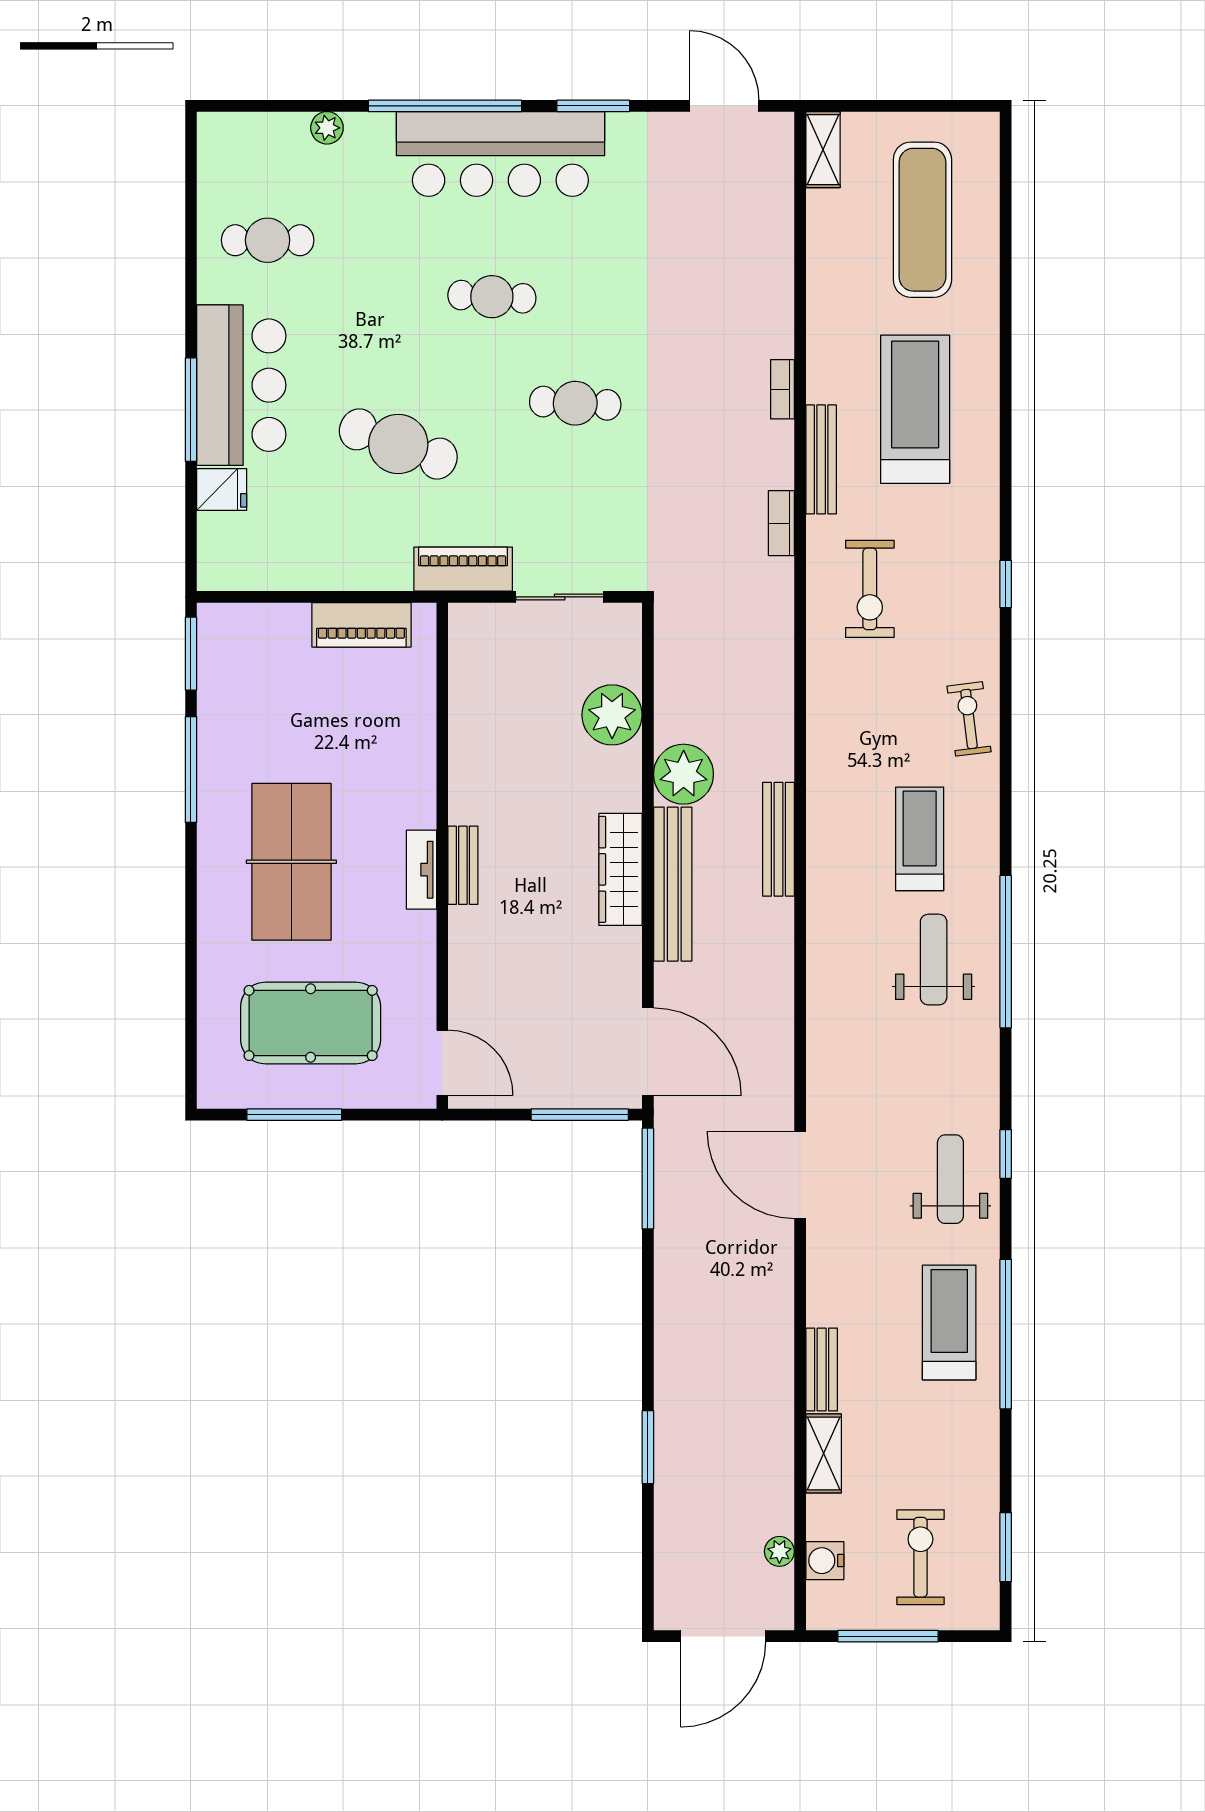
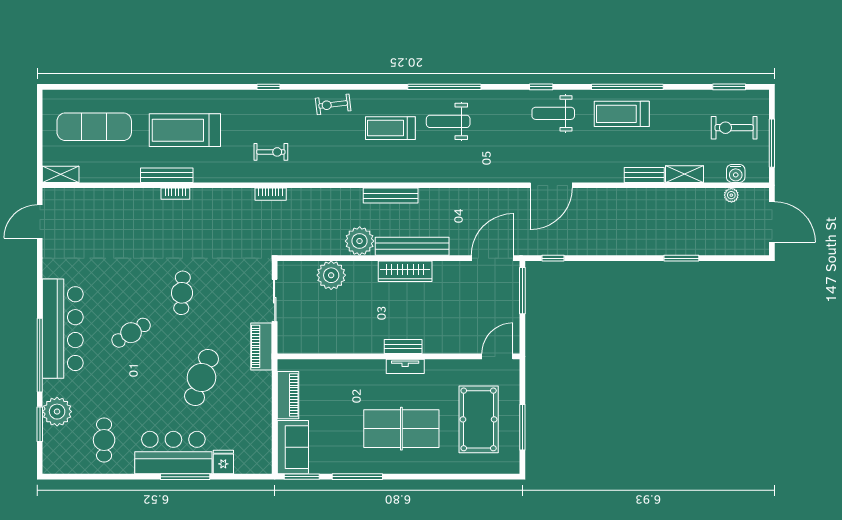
window: (593, 106) -> (40, 424), moved
plant: (327, 128) -> (57, 412), width x1.88, depth x1.88
cafe table: (492, 297) -> (131, 333), turned 55
bench: (821, 459) -> (167, 175), moved
bookcase: (781, 523) -> (271, 194), moved
exercise bike: (870, 589) -> (271, 152), width x0.73, depth x0.72
sofa: (253, 635) -> (293, 447), added
window: (648, 1179) -> (553, 258), width x0.46

